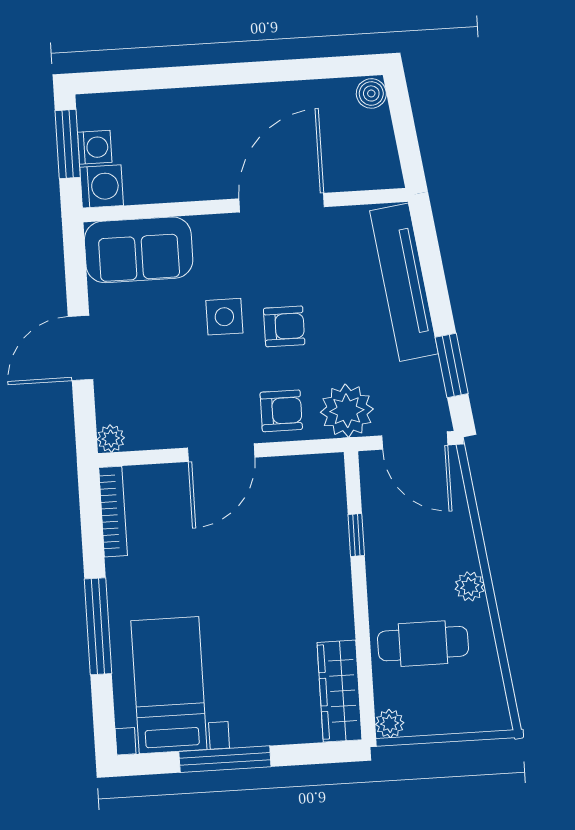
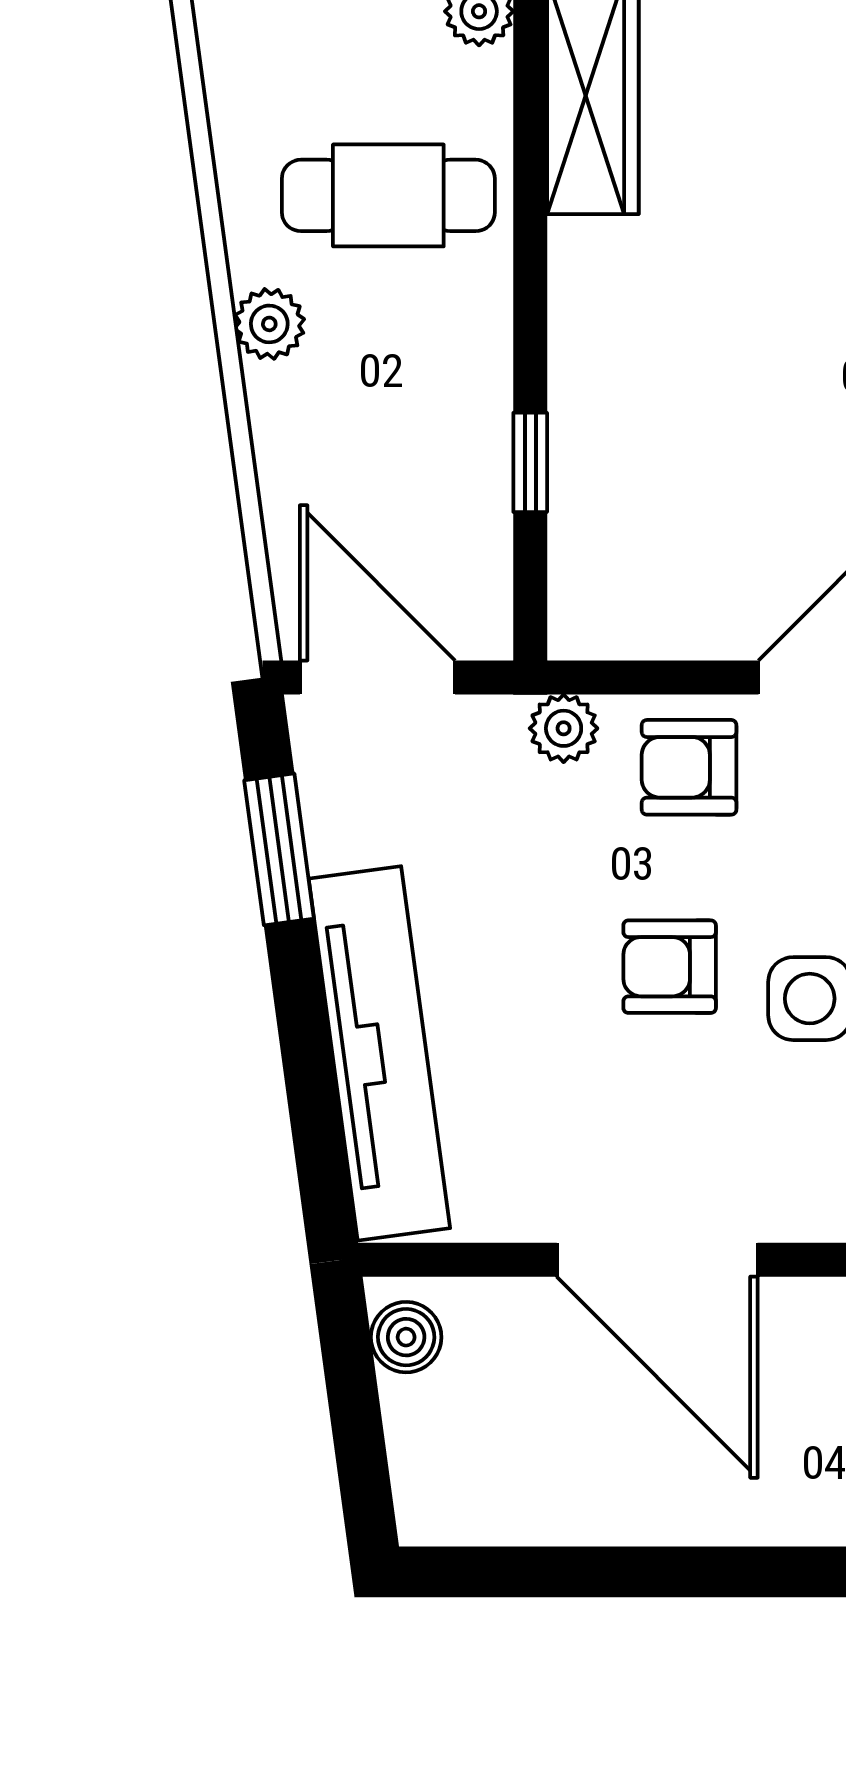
boiler: (371, 93) -> (406, 1337), moved
door: (282, 203) -> (657, 1260), hinge flipped
plant: (347, 411) -> (564, 728), width x0.53, depth x0.53

